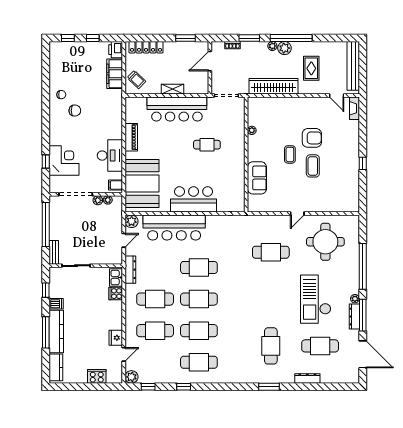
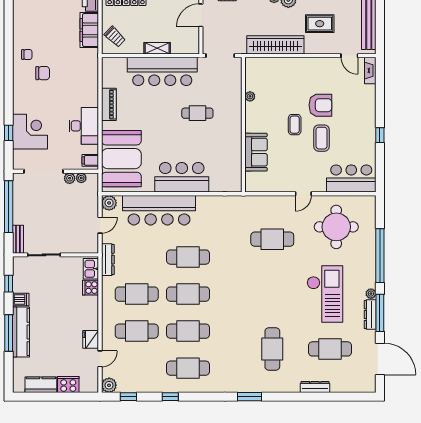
rug: (311, 68) -> (320, 24), turned 90
bar counter: (338, 200) -> (351, 178), added
checkout: (316, 299) -> (325, 294), turned 180
kitchen counter: (56, 367) -> (41, 385), moved, turned -90
window: (269, 387) -> (250, 397), moved

